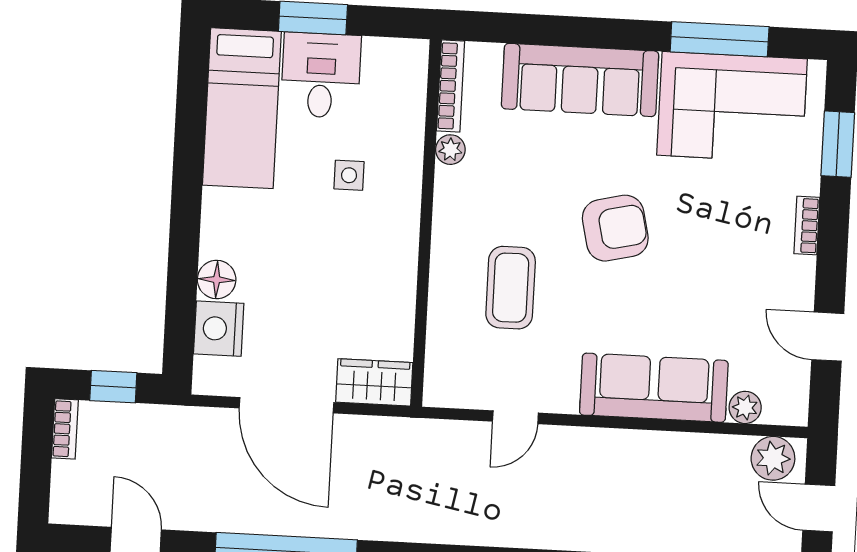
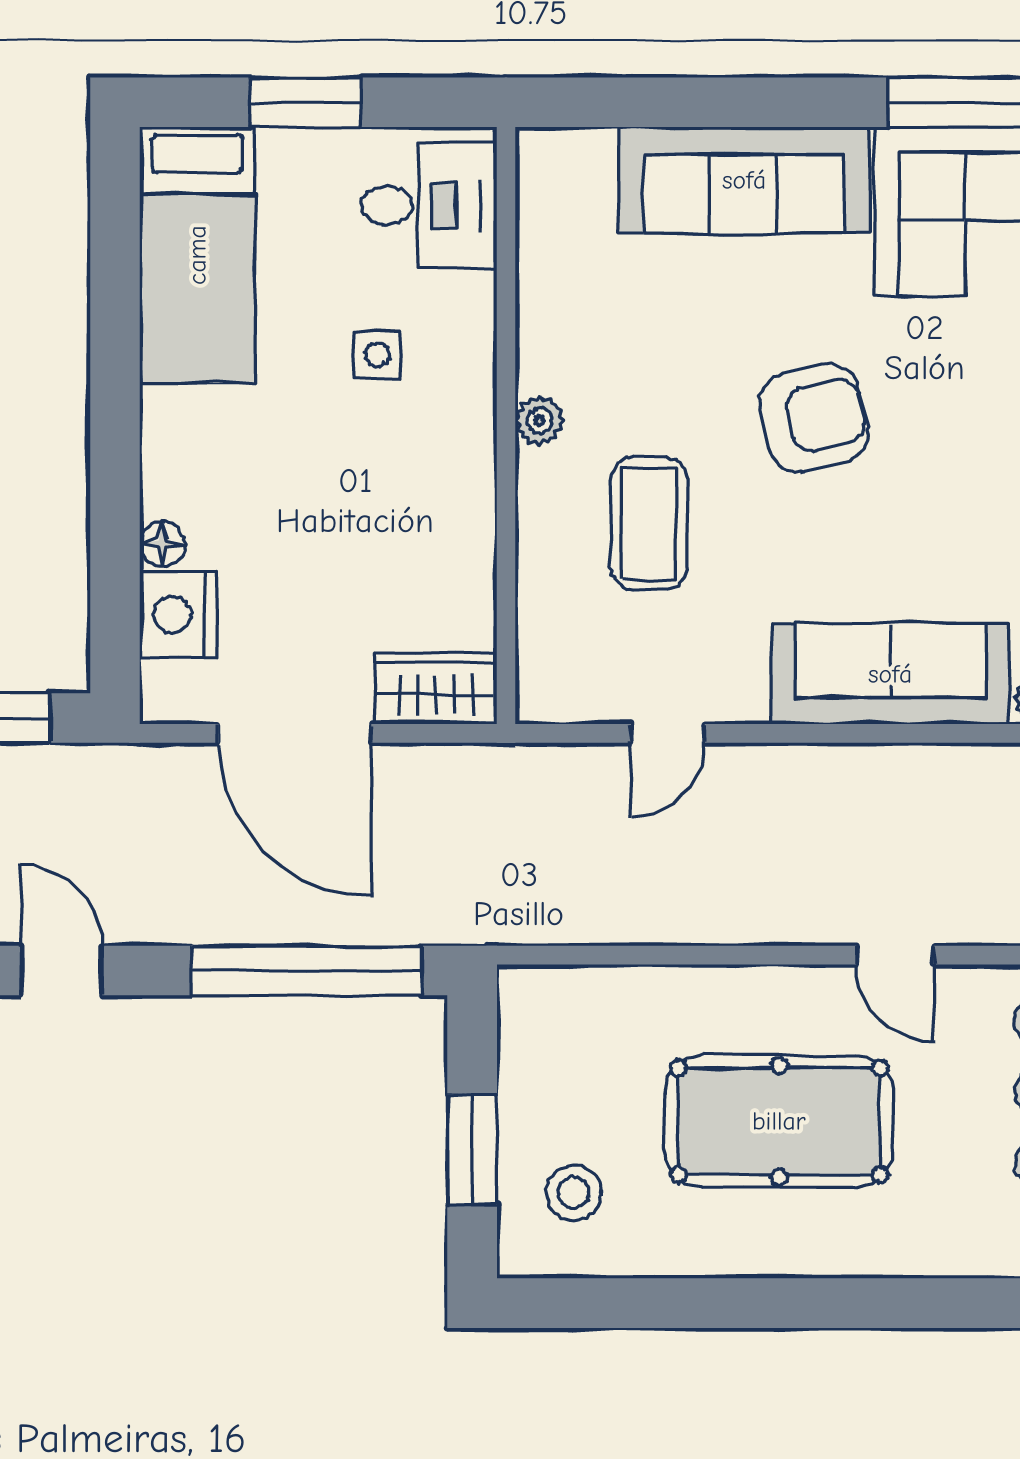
desk: (321, 75) -> (429, 206), moved, turned 90
bookcase: (451, 86) -> (534, 201), removed
plant: (450, 150) -> (539, 420), moved
floor lamp: (217, 280) -> (162, 544), width x0.73, depth x0.73

